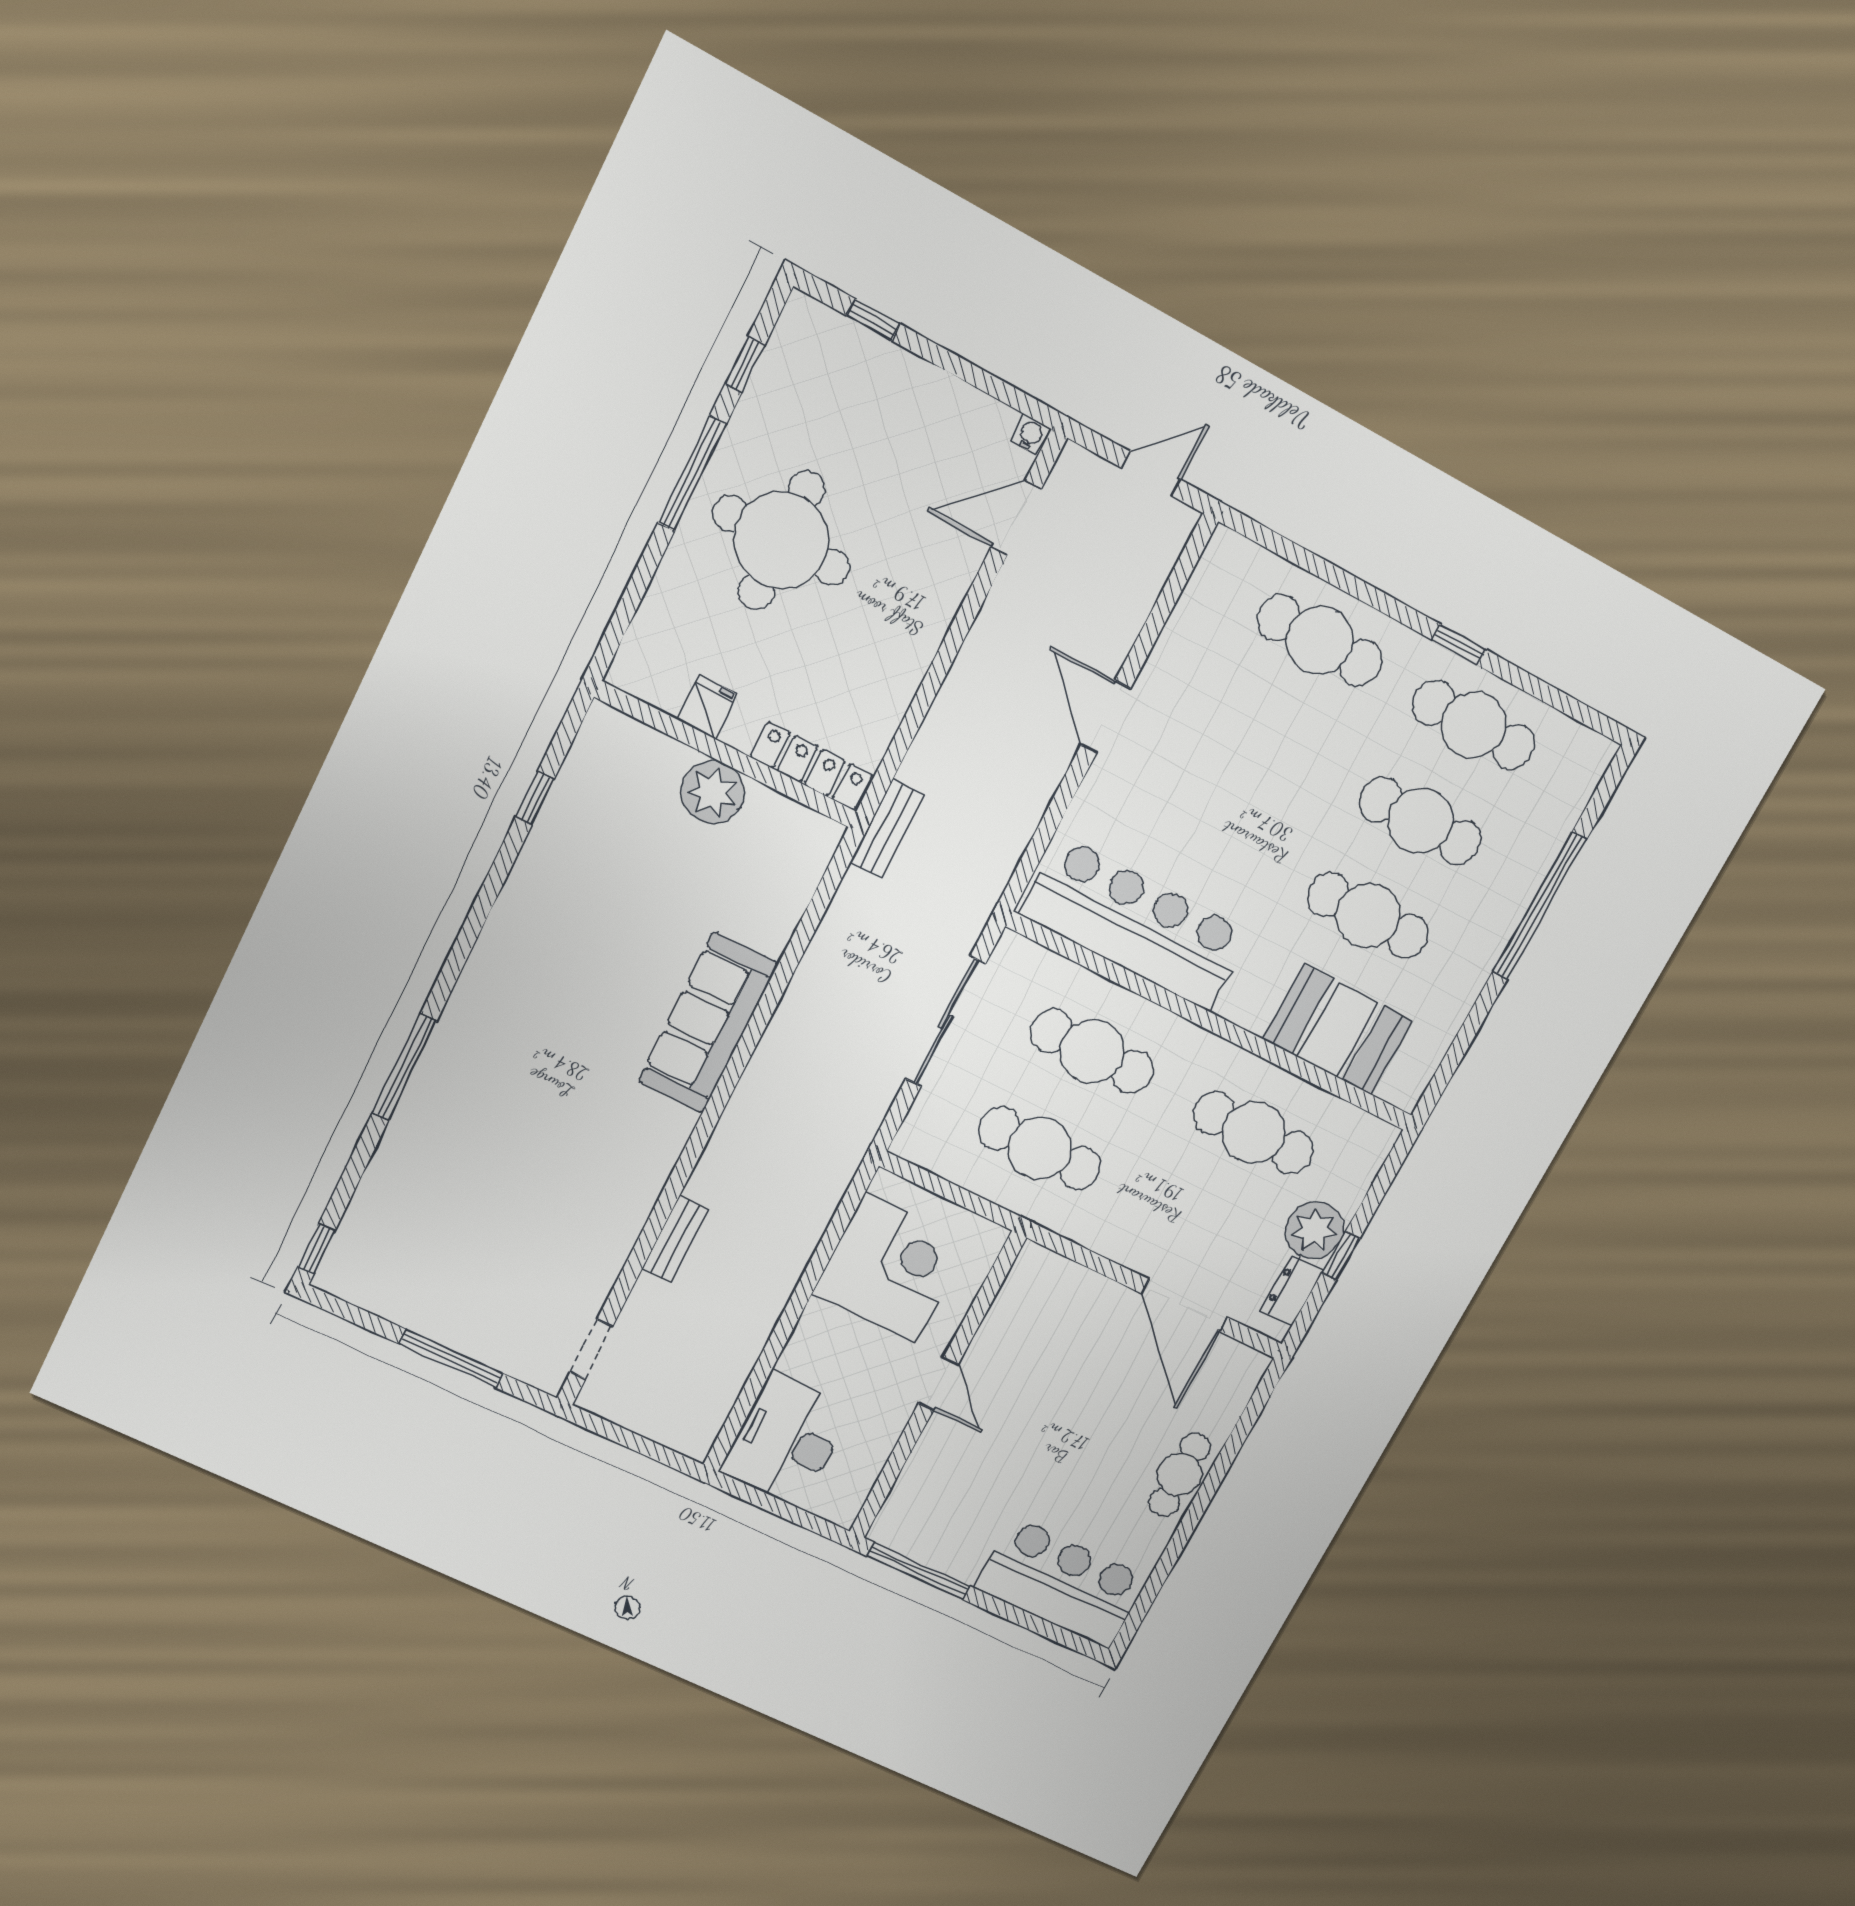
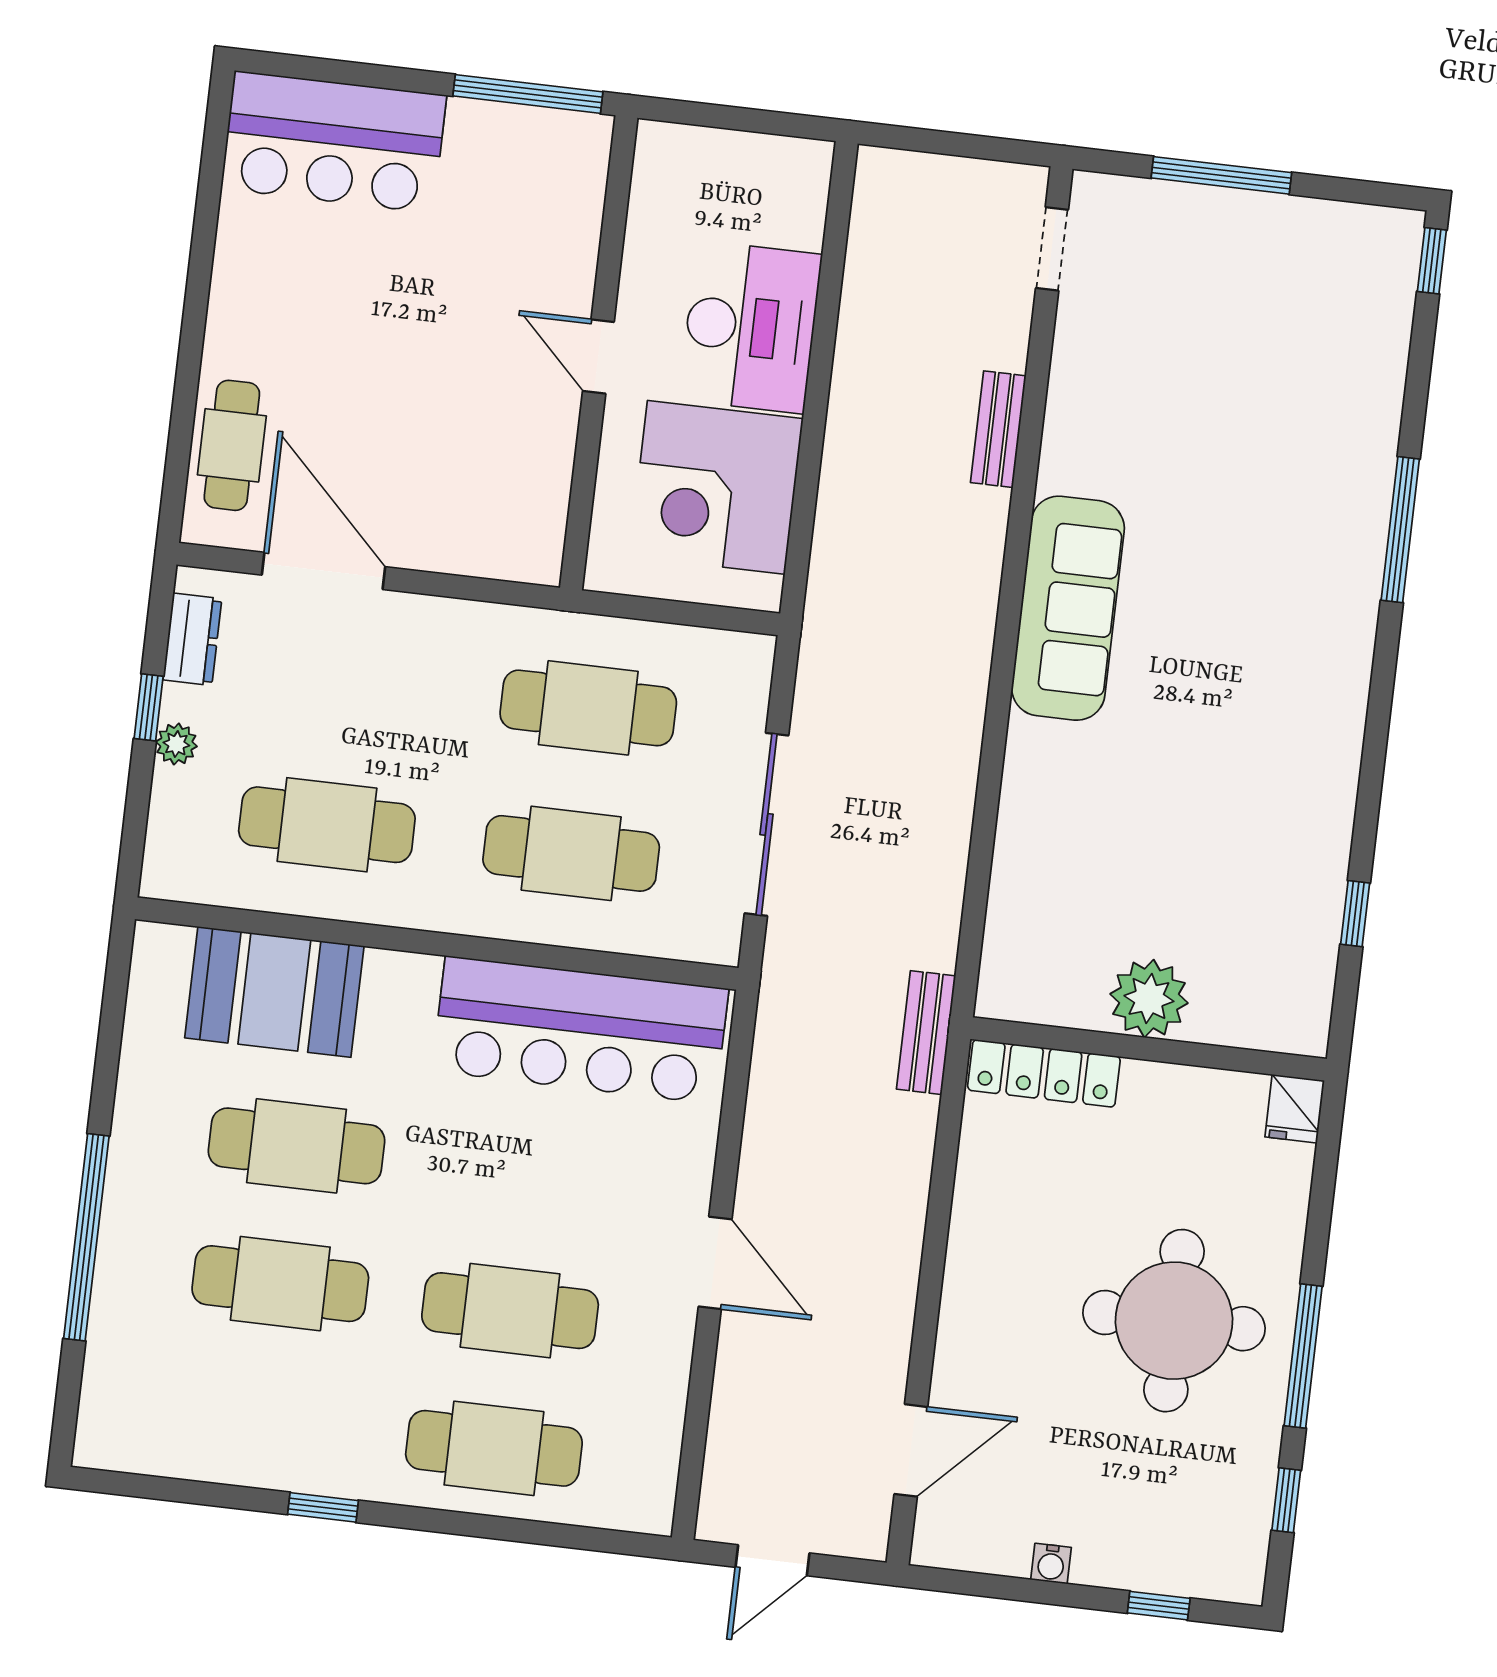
water cooler: (1030, 435) -> (1051, 1564), moved
fridge: (707, 707) -> (1295, 1109), moved
cafe table: (1474, 725) -> (510, 1311), moved
sofa: (708, 1023) -> (1068, 608), moved
plant: (1314, 1230) -> (176, 744), width x0.53, depth x0.53
desk: (787, 1440) -> (750, 327), moved
cafe table: (1180, 1475) -> (232, 445), moved

